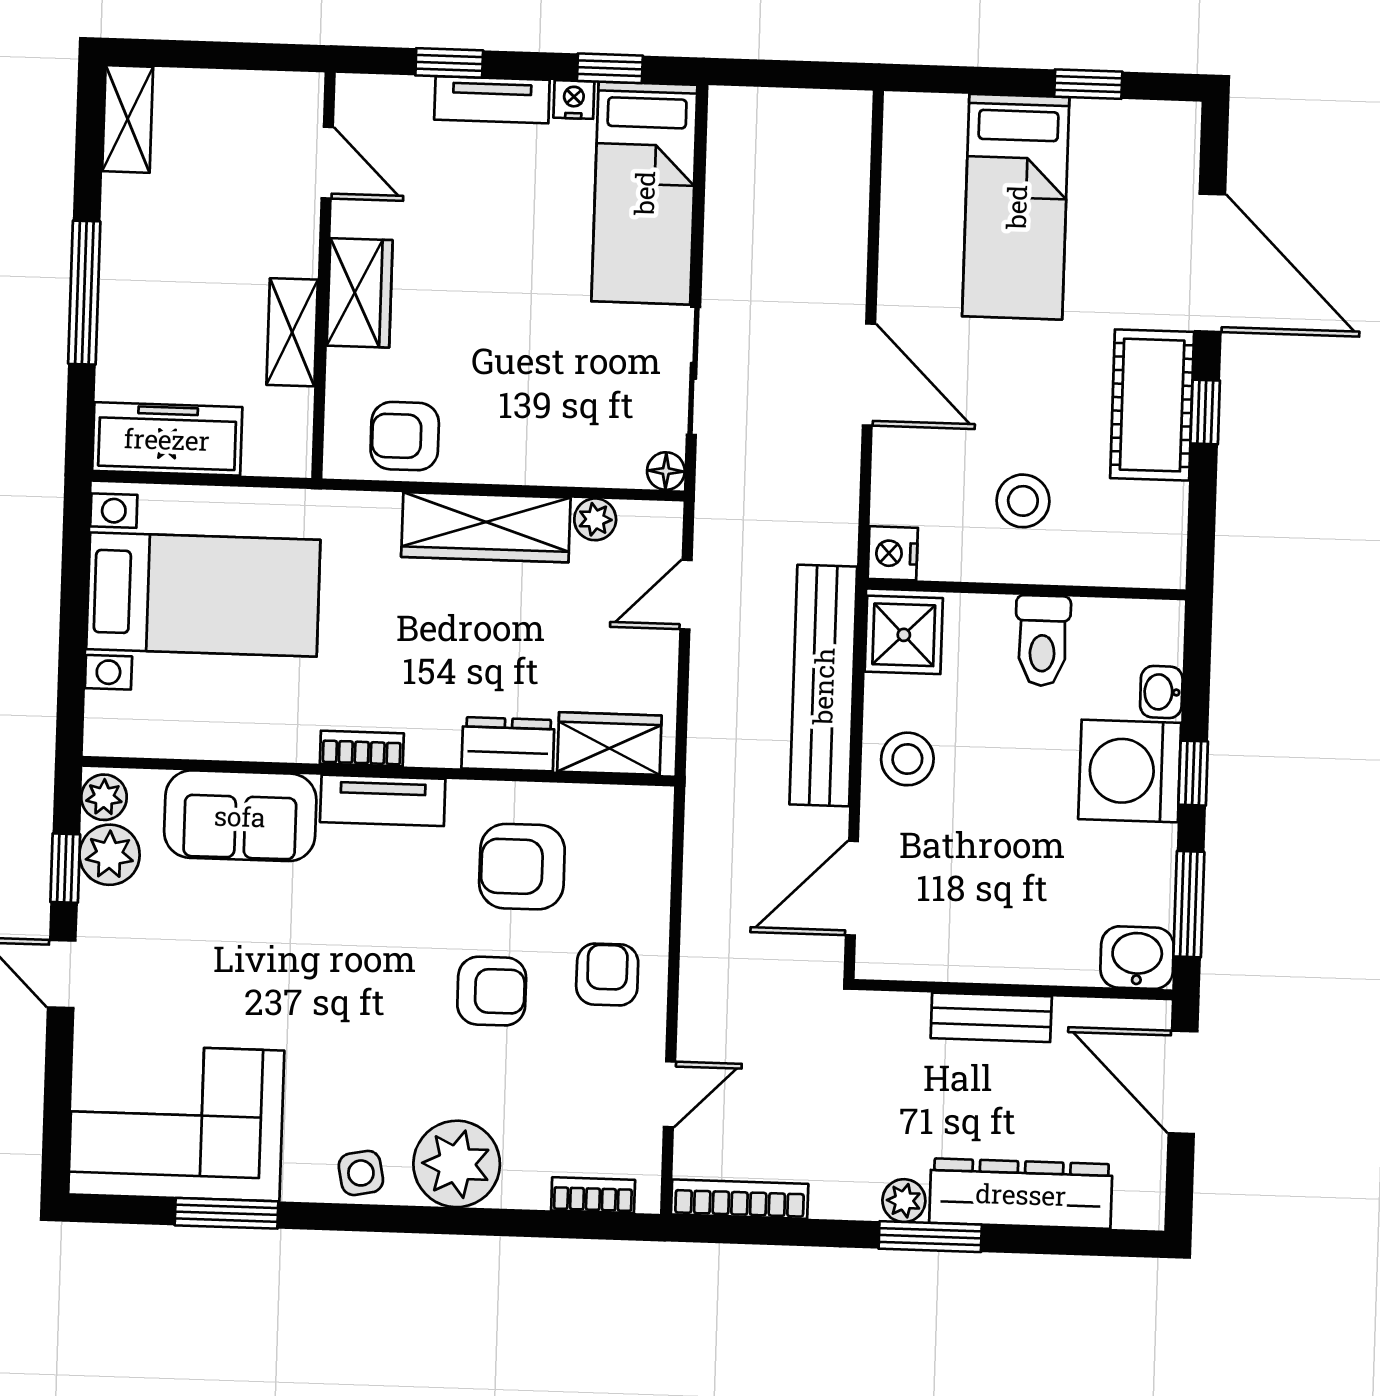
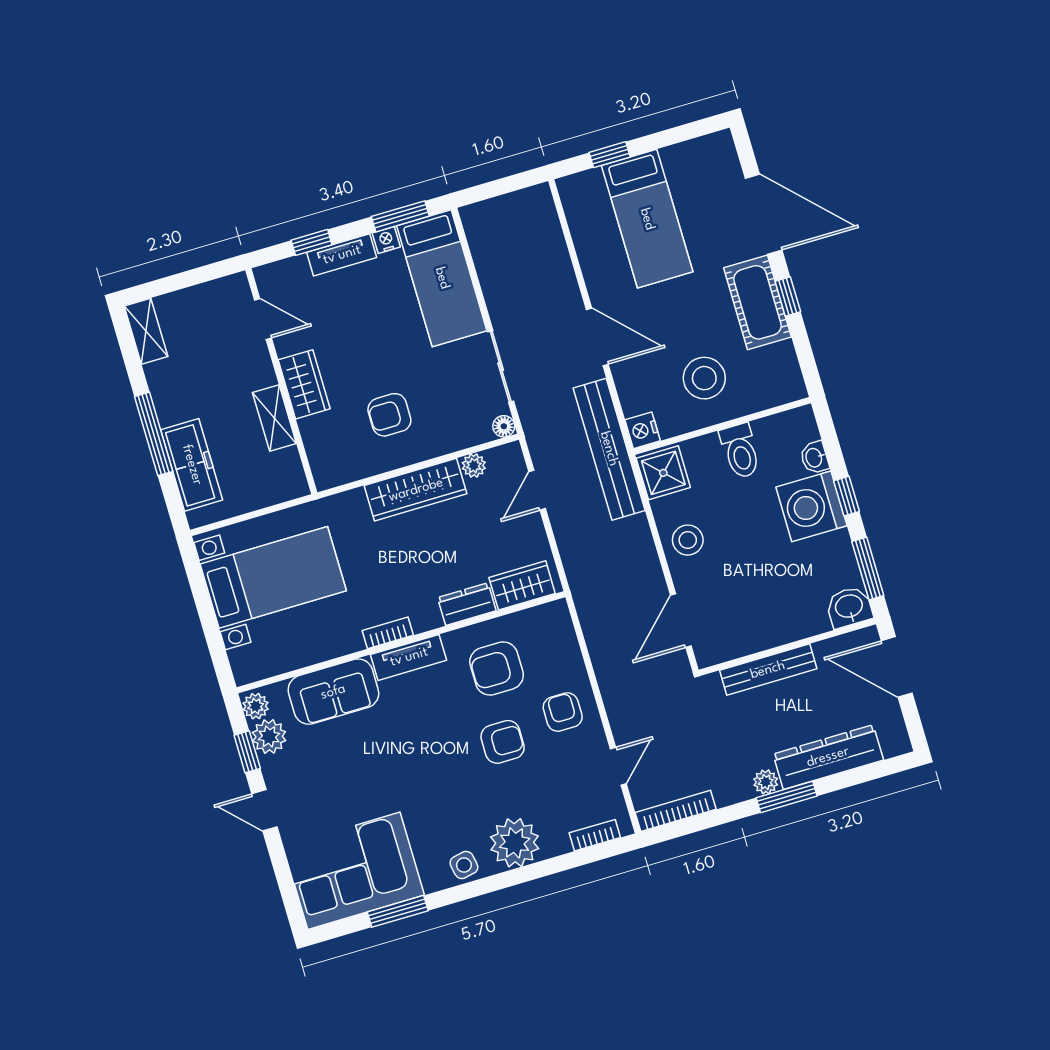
window: (610, 68) -> (400, 216), width x1.50
window: (1088, 84) -> (610, 155), moved
armchair: (405, 436) -> (389, 415), moved
freezer: (167, 439) -> (192, 465), moved, turned 90
stool: (1023, 501) -> (704, 378), width x1.38, depth x1.38
bench: (823, 686) -> (609, 449), moved
bench: (991, 1017) -> (768, 670), width x1.36

